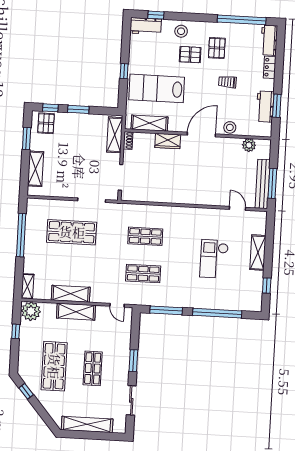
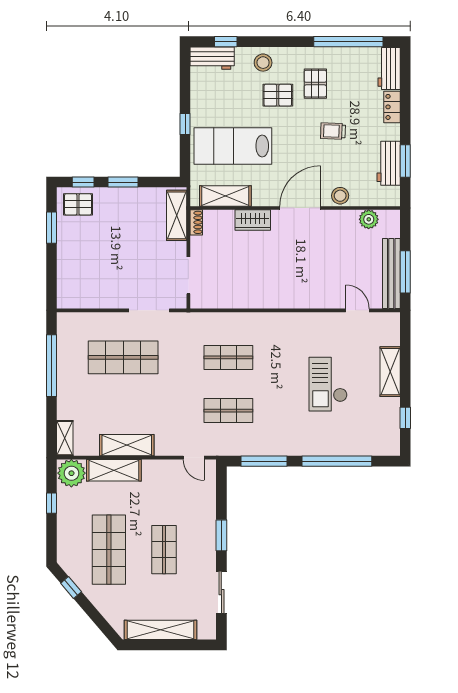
pallet: (46, 123) -> (78, 204), turned 90
shelving: (36, 169) -> (67, 270), removed
shelving: (76, 312) -> (114, 470), moved

